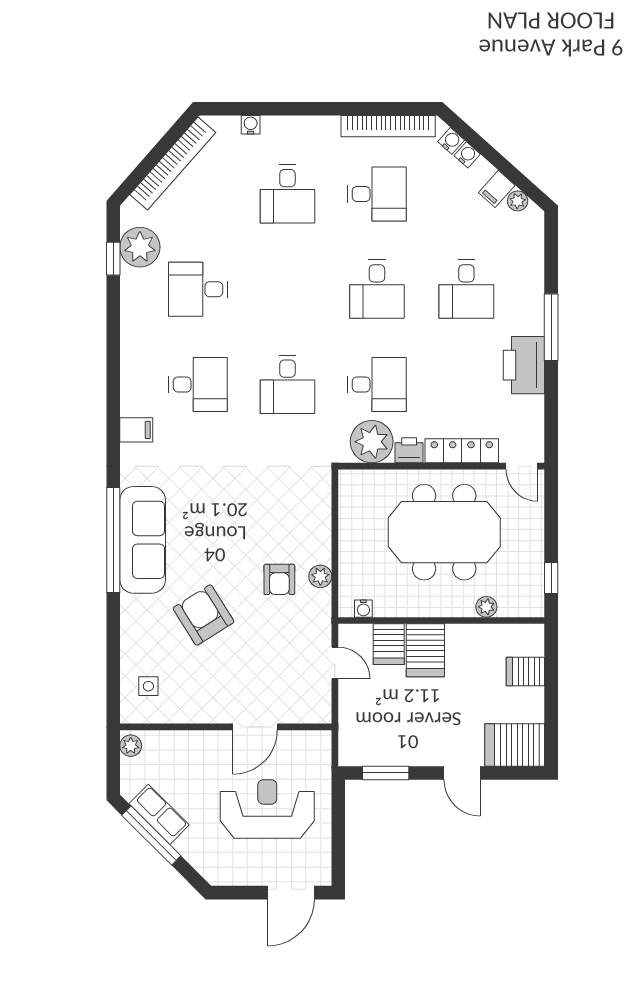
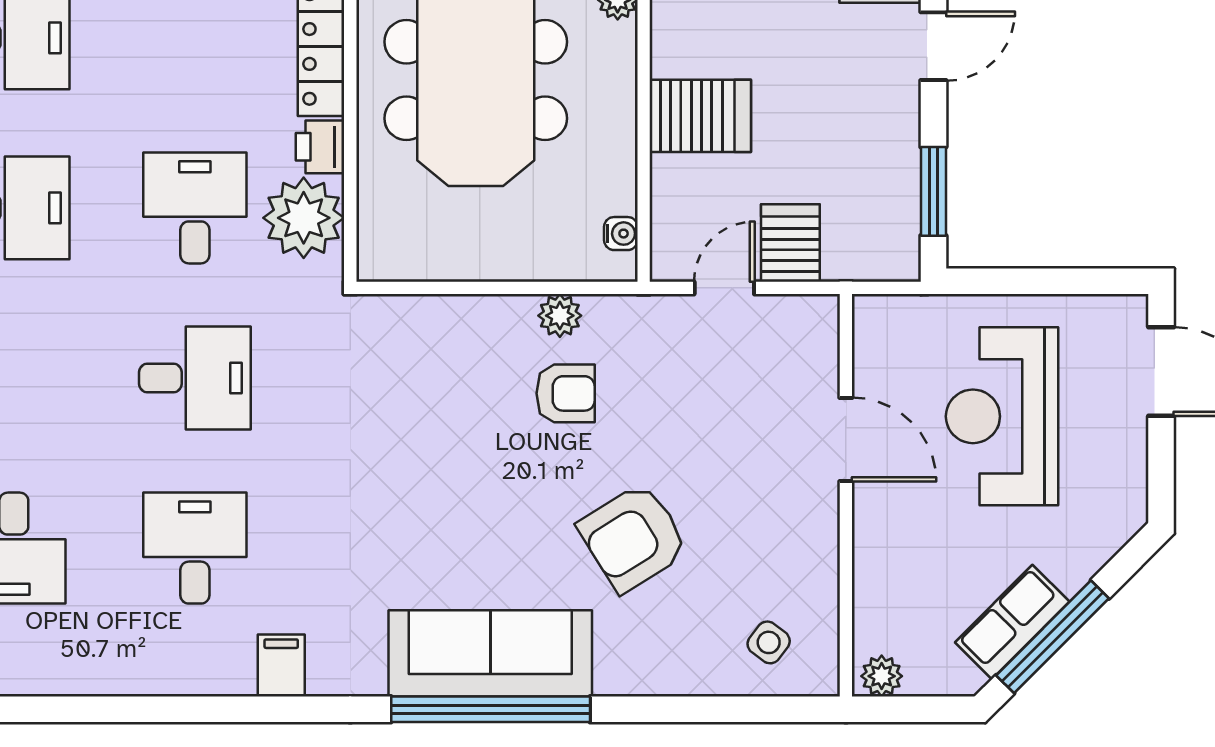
server rack: (389, 644) -> (790, 243), moved, turned -90
side table: (148, 686) -> (769, 642), turned 37

